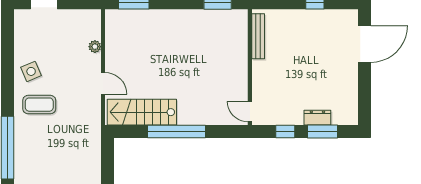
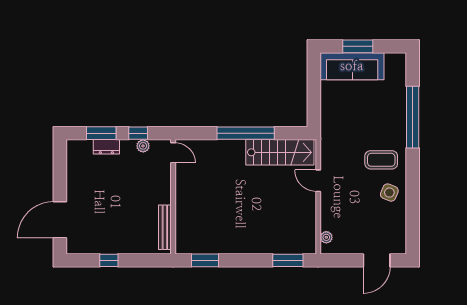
plant: (95, 47) -> (326, 237), moved
side table: (31, 71) -> (389, 193), turned 45
plant: (280, 119) -> (143, 146), added

